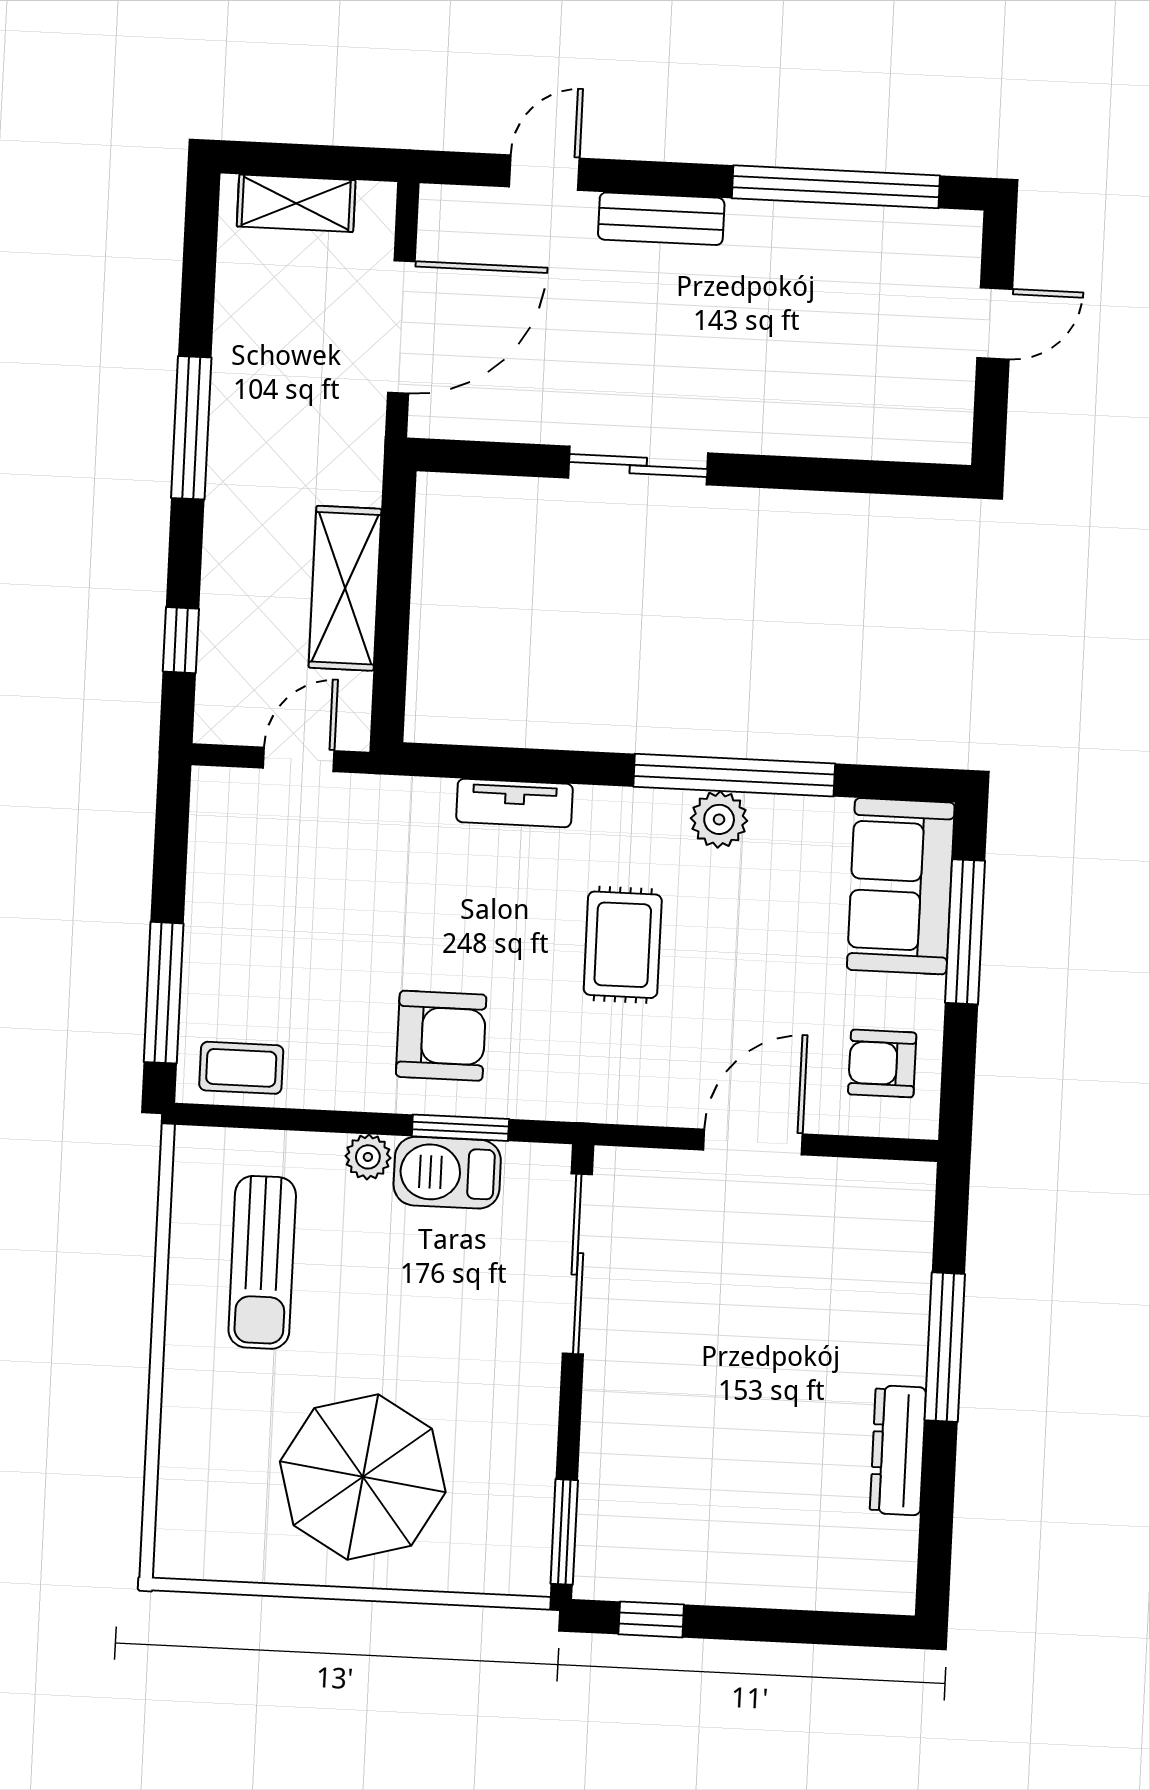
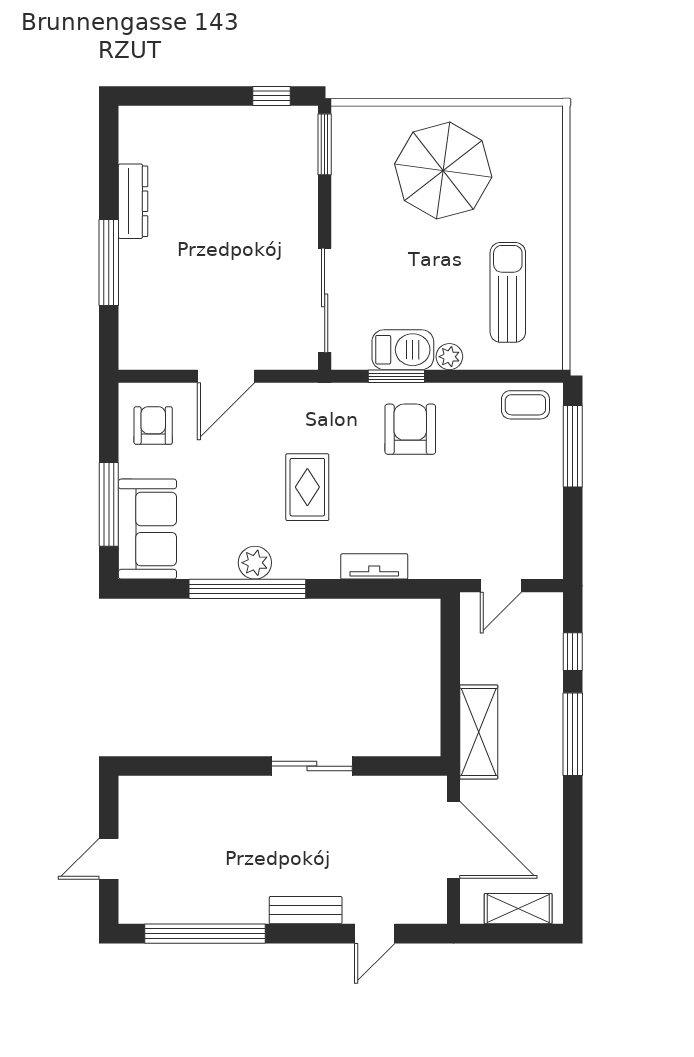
door: (401, 327) -> (453, 840), swing flipped
window: (191, 428) -> (573, 734), moved
shelving: (345, 588) -> (479, 732), moved
armchair: (441, 1036) -> (410, 429), turned 90
armchair: (882, 1063) -> (153, 426), turned -90

